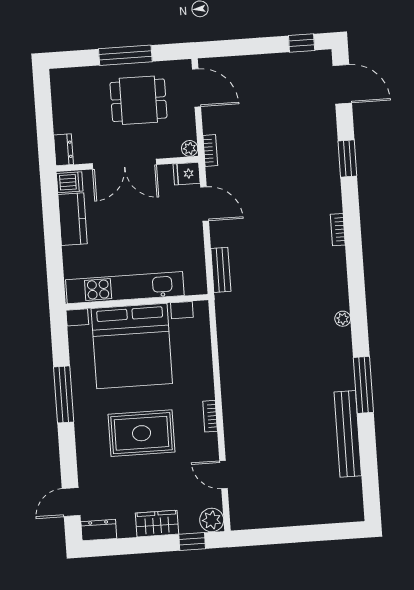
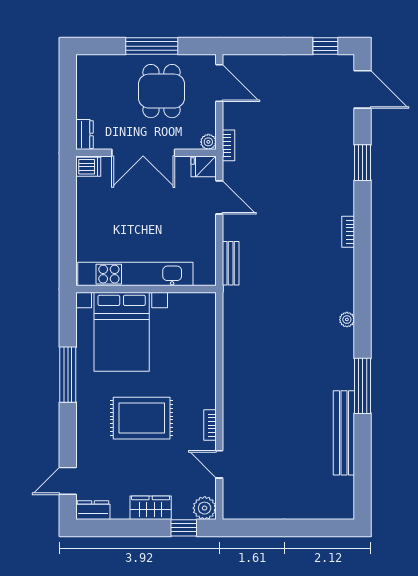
dining table: (138, 100) -> (161, 91), turned 90
kitchen counter: (73, 219) -> (89, 203), removed
bed with nightstands: (132, 346) -> (122, 332), width x0.73
bookcase: (210, 416) -> (210, 425), moved

